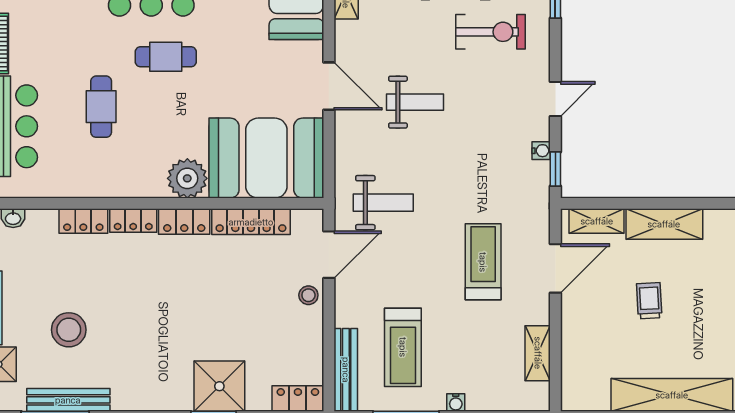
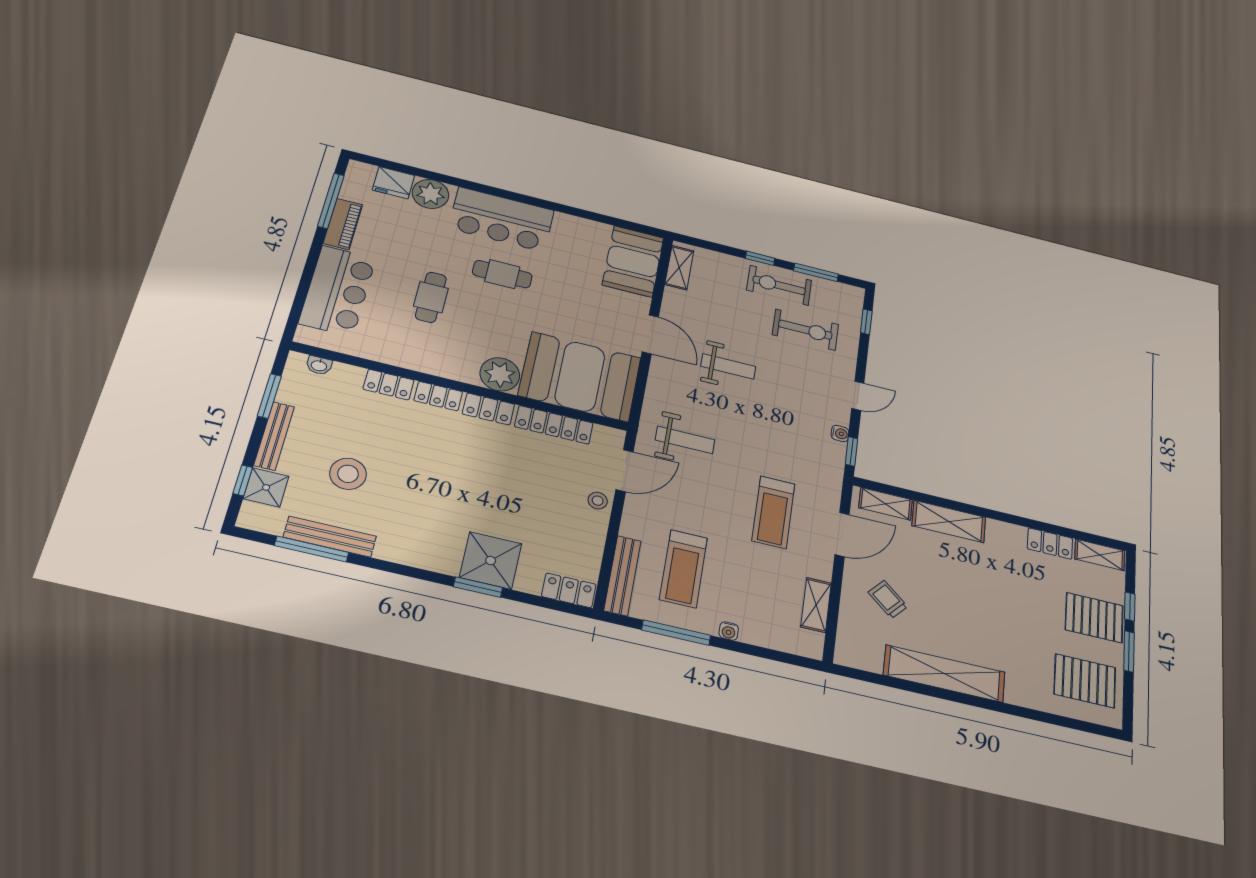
treadmill: (483, 262) -> (773, 512), turned 180
trolley: (649, 301) -> (888, 599), moved, turned -46

